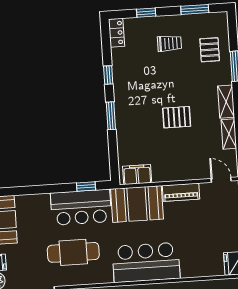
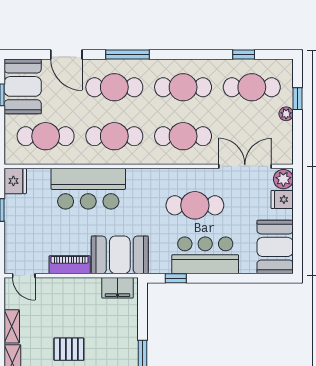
bar counter: (81, 207) -> (205, 255), moved
bar counter: (146, 262) -> (88, 189), moved

